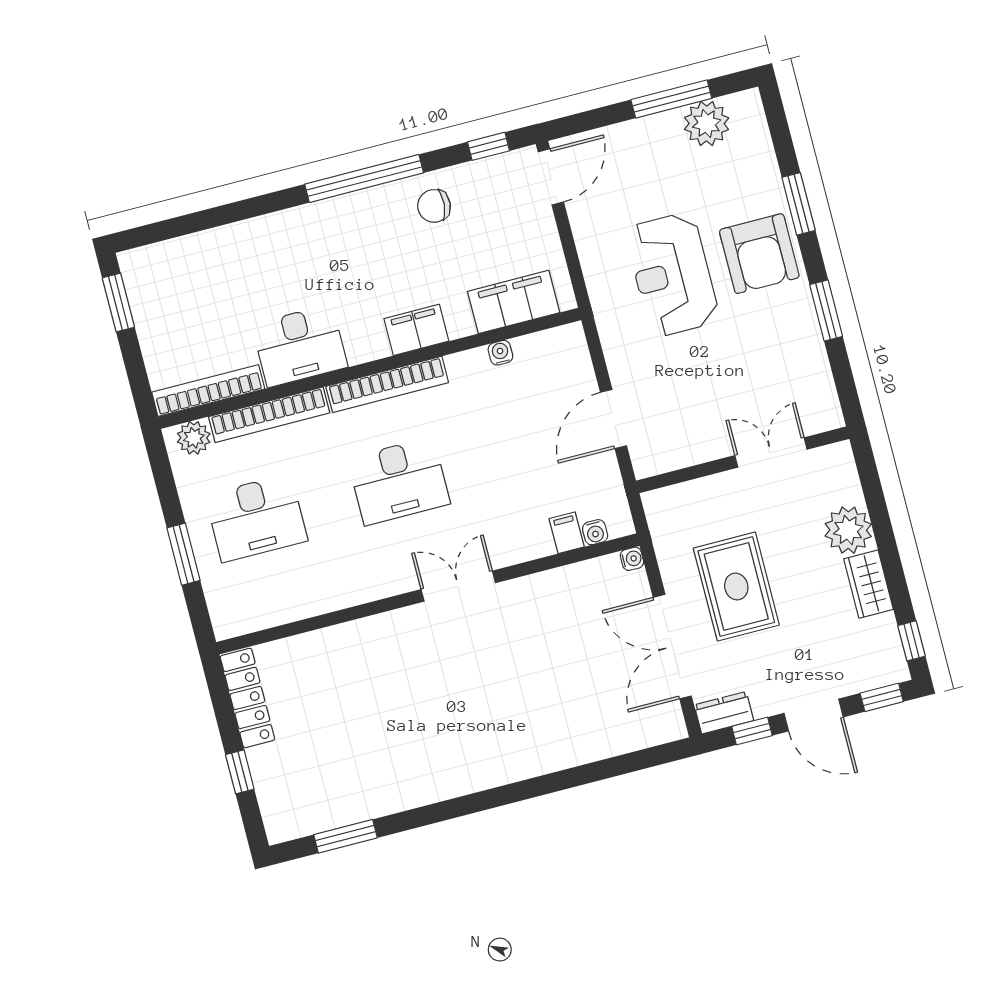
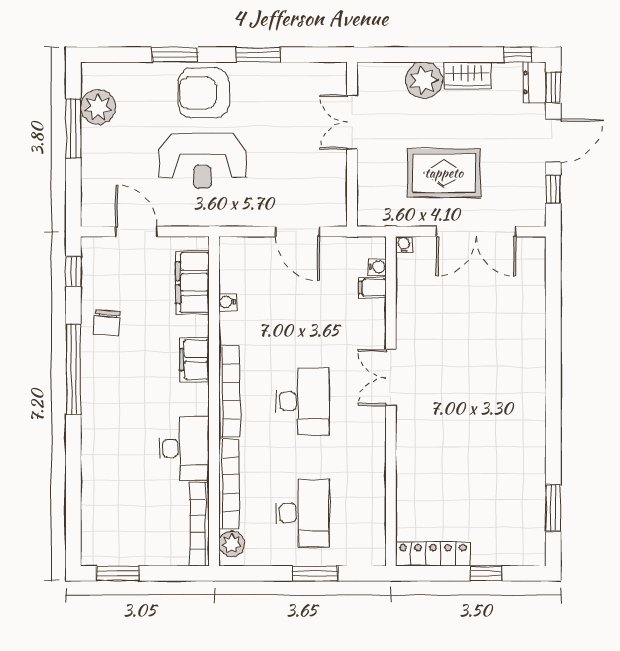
door: (551, 177) -> (136, 232), moved
armchair: (759, 254) -> (204, 93), turned 180
dresser: (724, 713) -> (534, 82), moved

